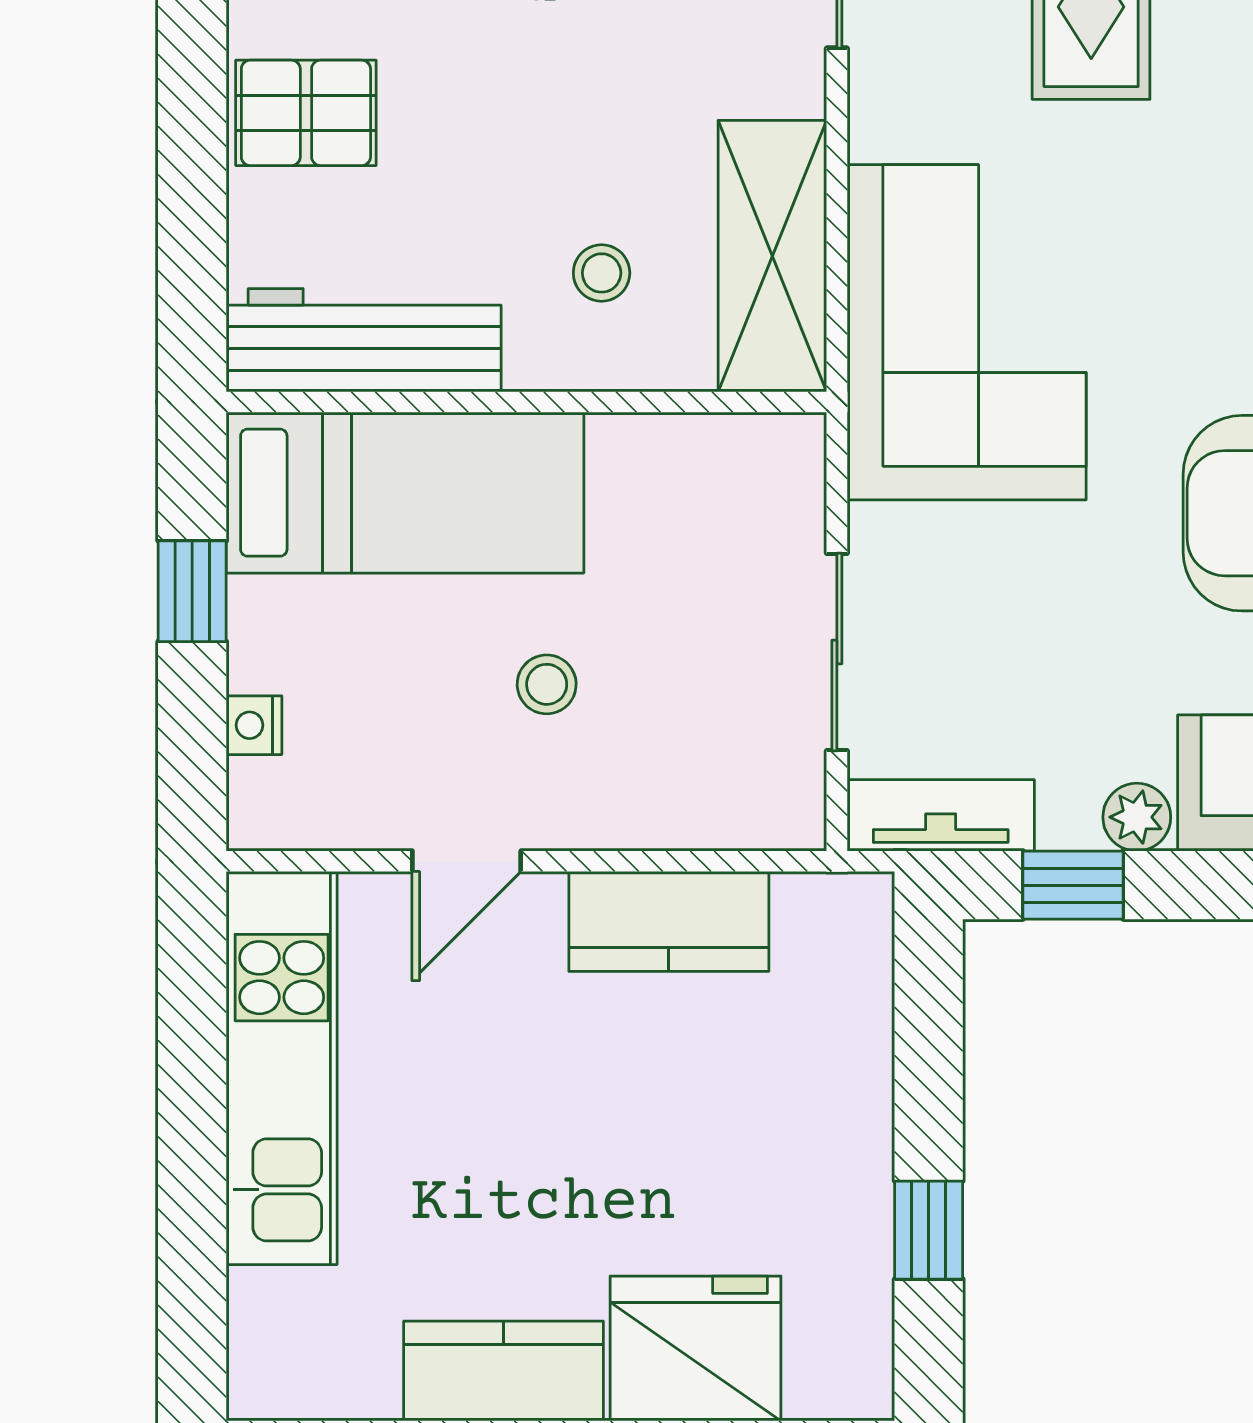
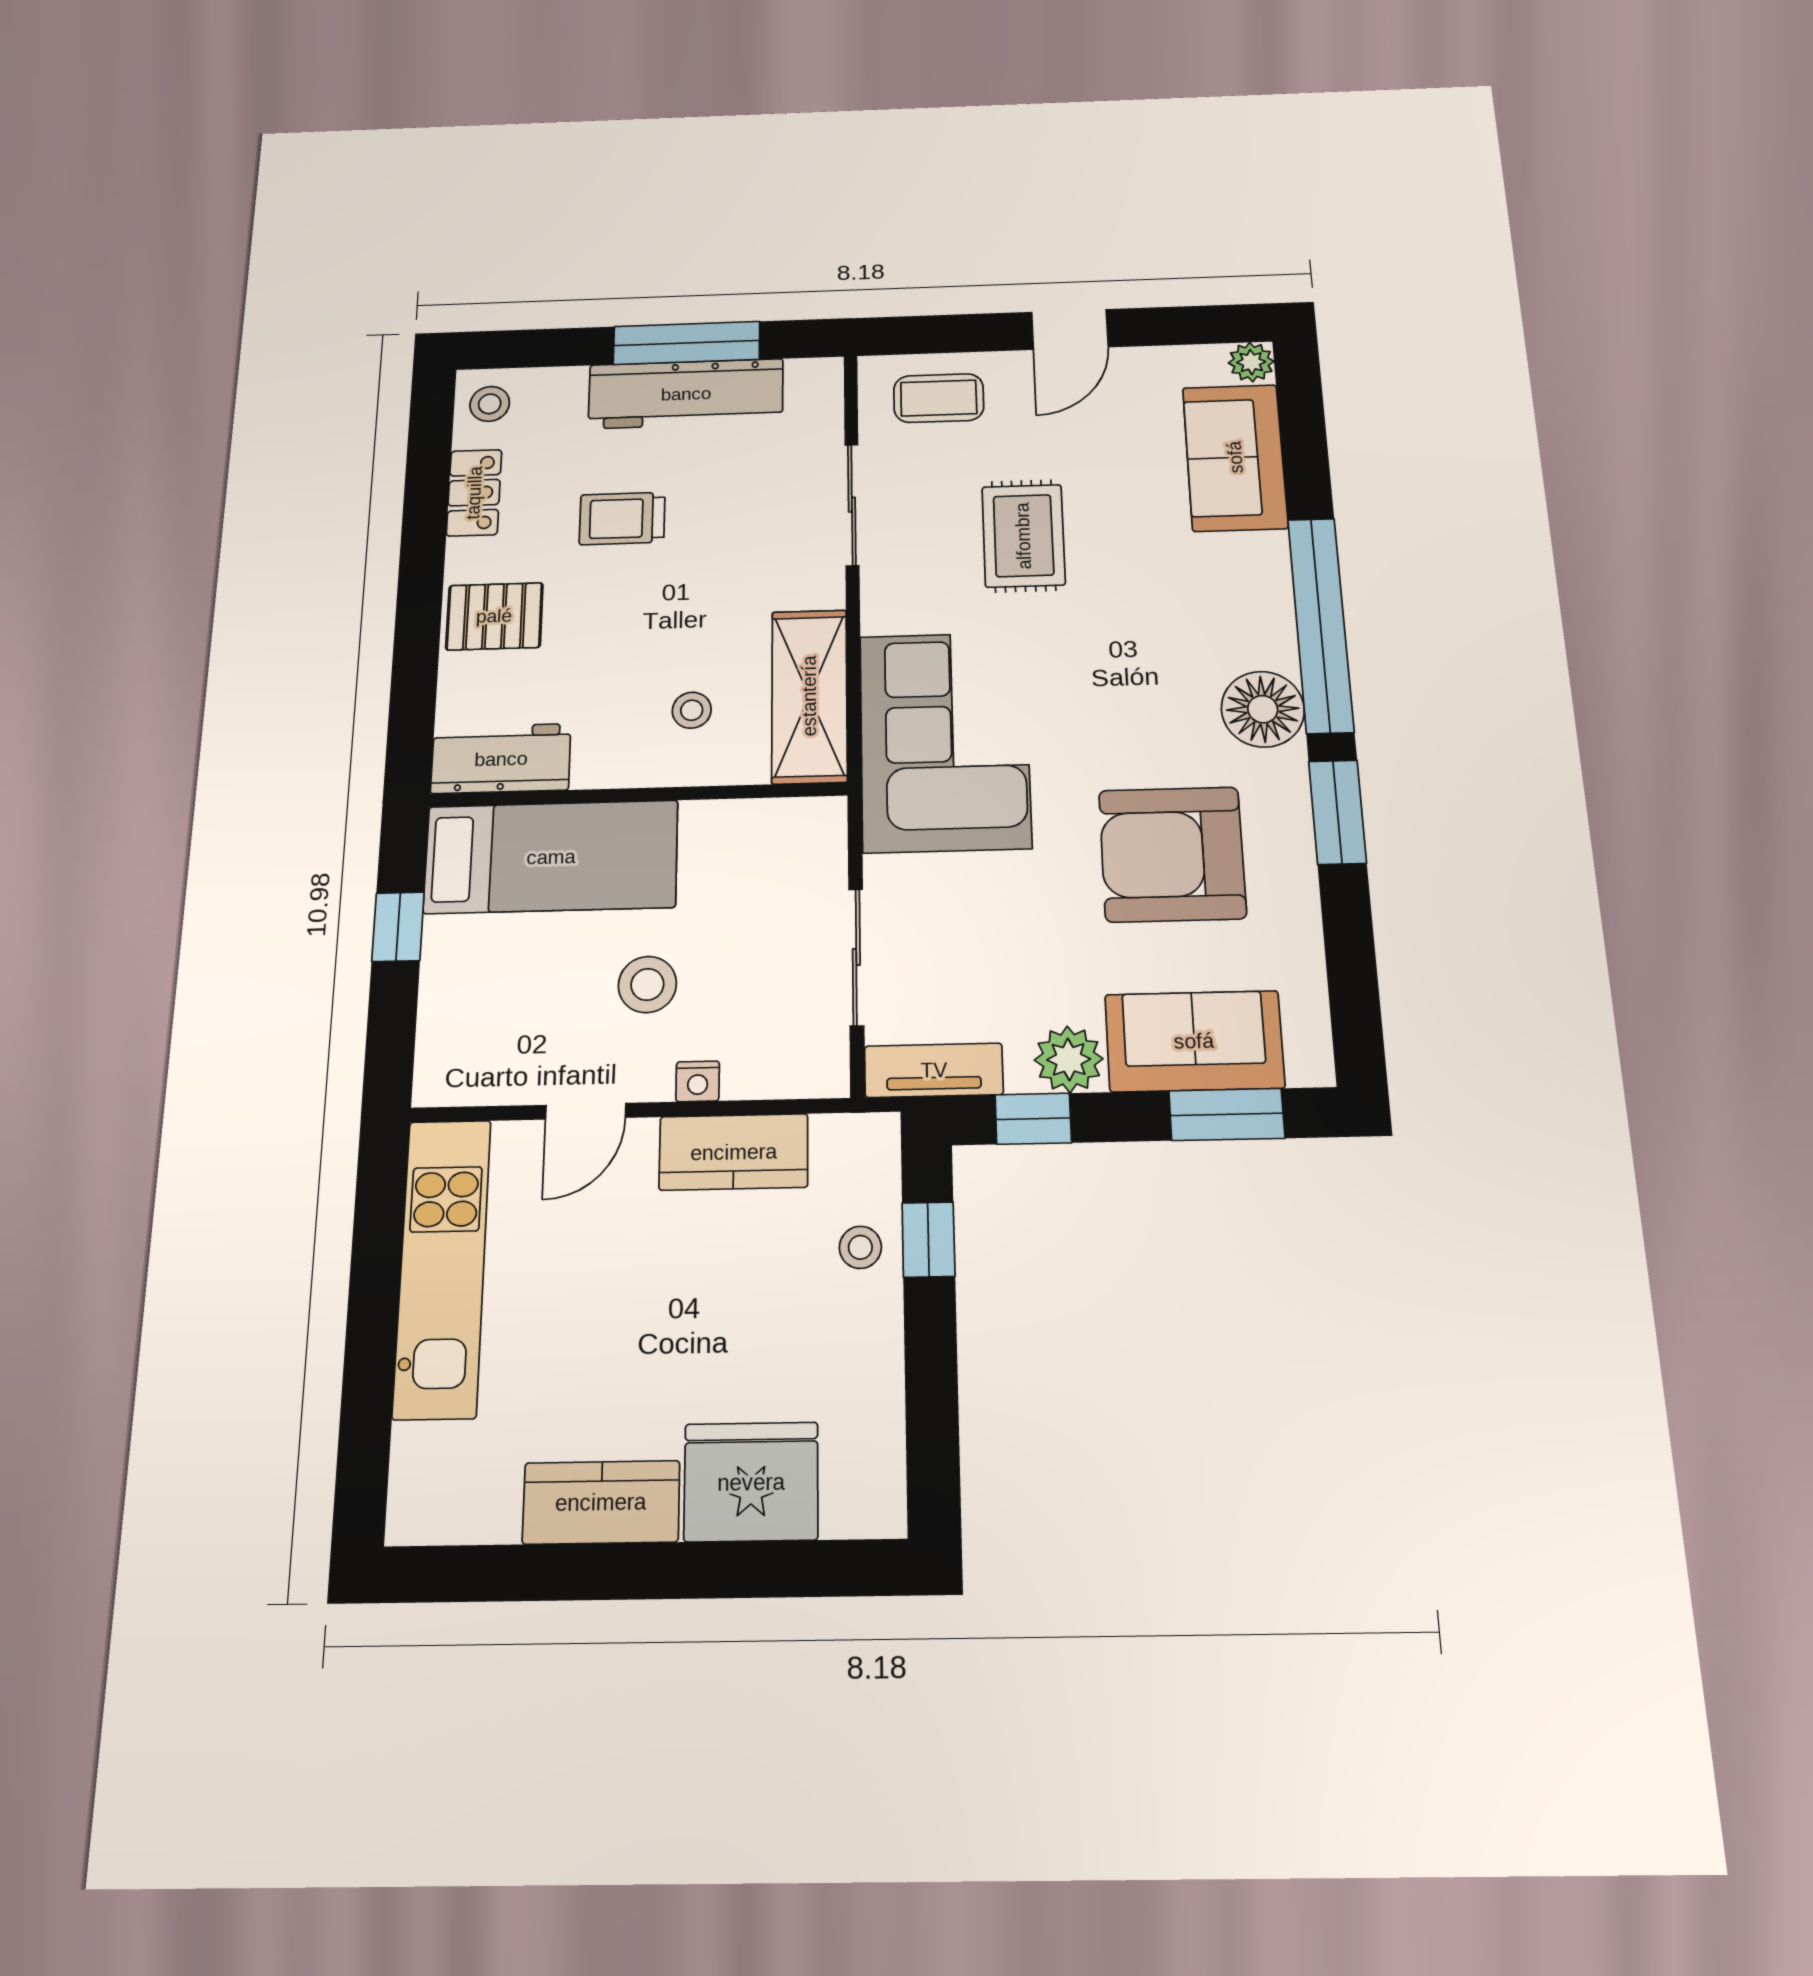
workbench: (364, 340) -> (501, 759), width x0.73
stool: (547, 684) -> (647, 985), width x1.37, depth x1.37
nightstand: (254, 725) -> (698, 1081), moved, turned -90
plant: (1137, 817) -> (1069, 1059), width x1.38, depth x1.38
stool: (838, 1053) -> (860, 1247), added
window: (929, 1230) -> (928, 1240), moved

